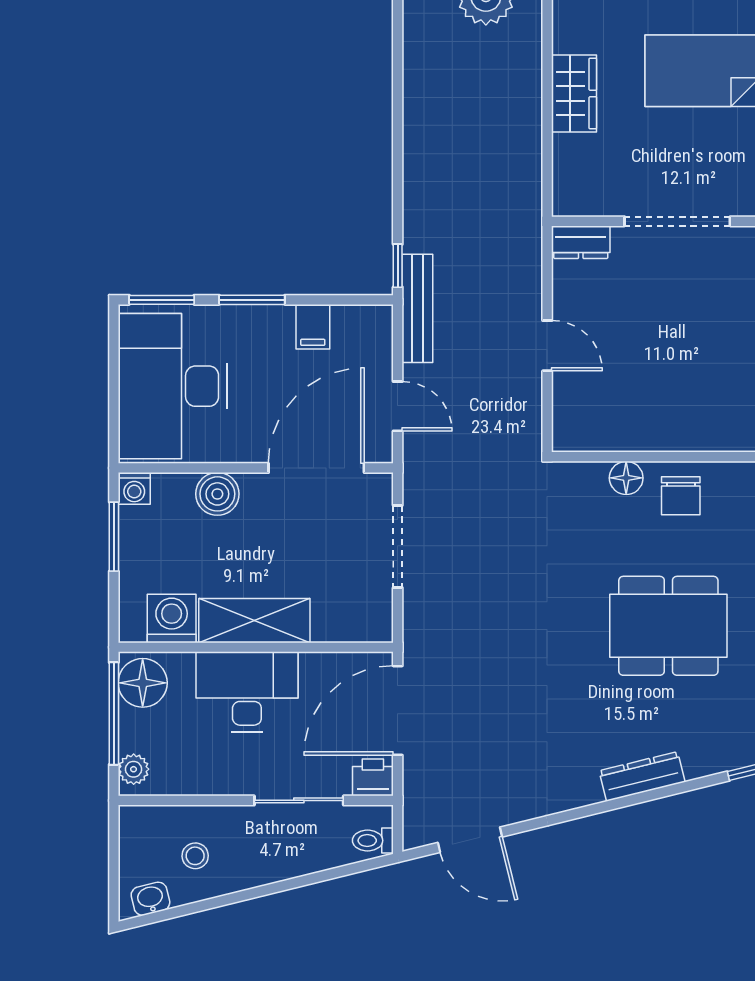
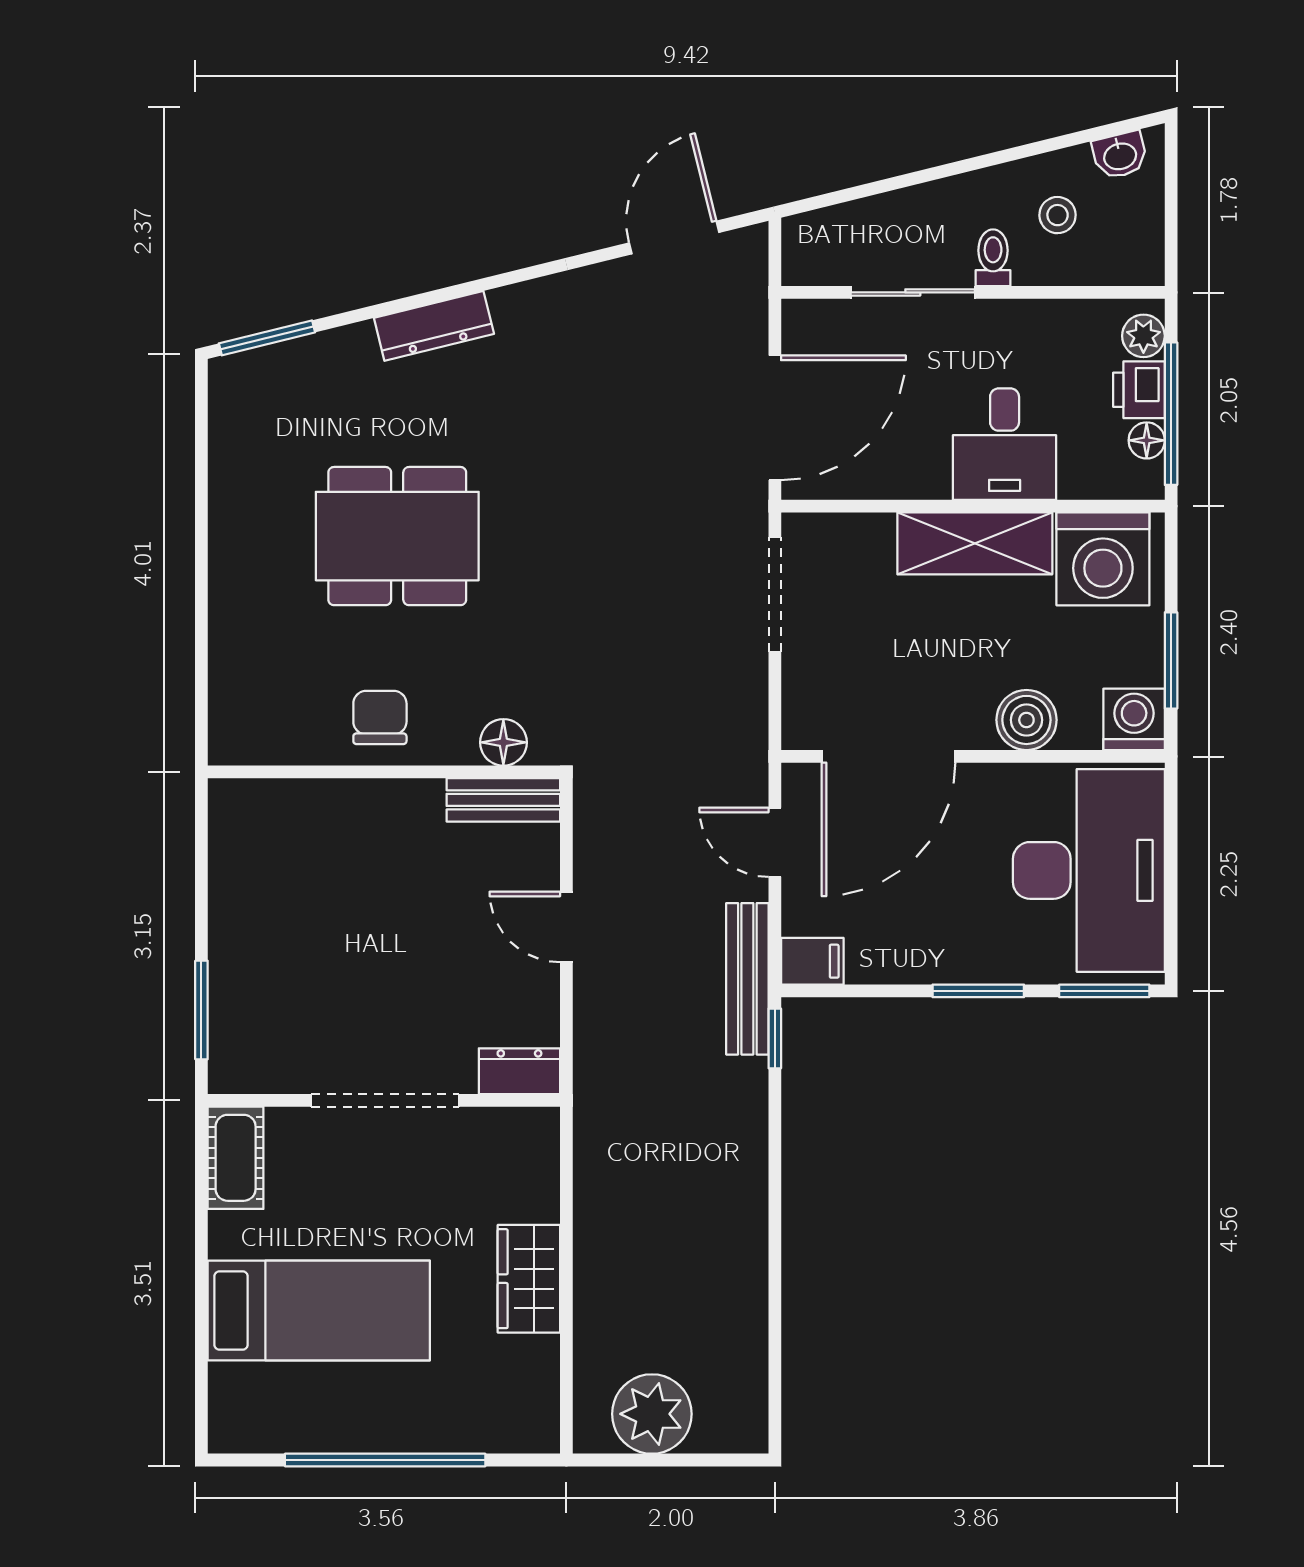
filing cabinet: (313, 327) -> (812, 961), moved, turned 90
bench: (592, 437) -> (503, 800), added
floor lamp: (626, 478) -> (503, 742), moved
washing machine: (134, 488) -> (1134, 719), width x1.38, depth x1.38
doorway: (398, 546) -> (775, 594), moved
washing machine: (172, 618) -> (1103, 559), width x1.37, depth x1.37
floor lamp: (143, 683) -> (1147, 440), width x0.53, depth x0.53
desk: (247, 692) -> (1005, 444), width x0.73
printer: (373, 777) -> (1139, 390), moved, turned 90
door: (470, 840) -> (674, 238), hinge flipped
toilet: (373, 841) -> (993, 258), moved, turned -90

